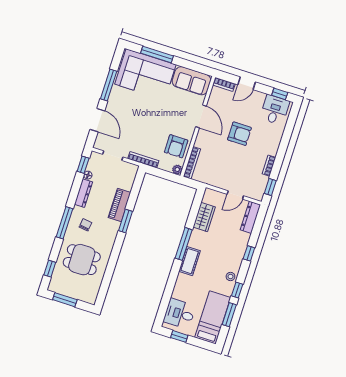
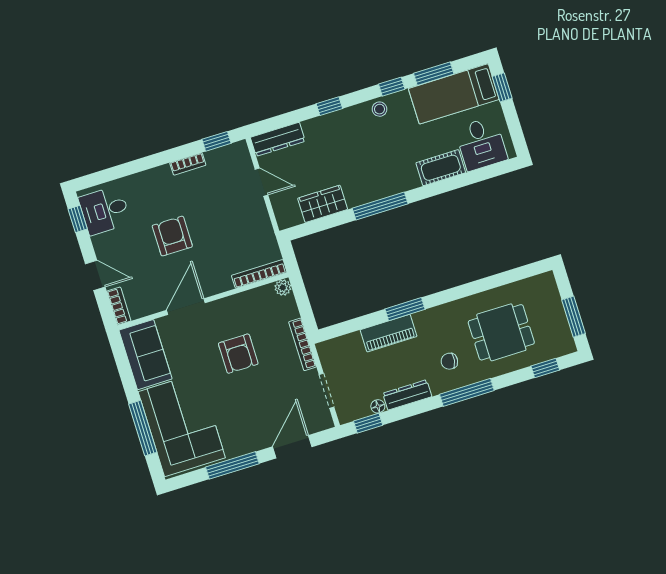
armchair: (176, 146) -> (238, 354), moved, turned 90
dining table: (82, 260) -> (501, 332), turned 90
cot: (190, 261) -> (441, 168), moved
window: (179, 336) -> (502, 87), moved

